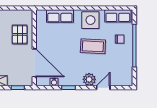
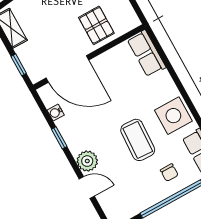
row of seats: (60, 16) -> (146, 53), moved
pallet: (20, 34) -> (96, 25), turned 90
door: (34, 63) -> (67, 69), hinge flipped

